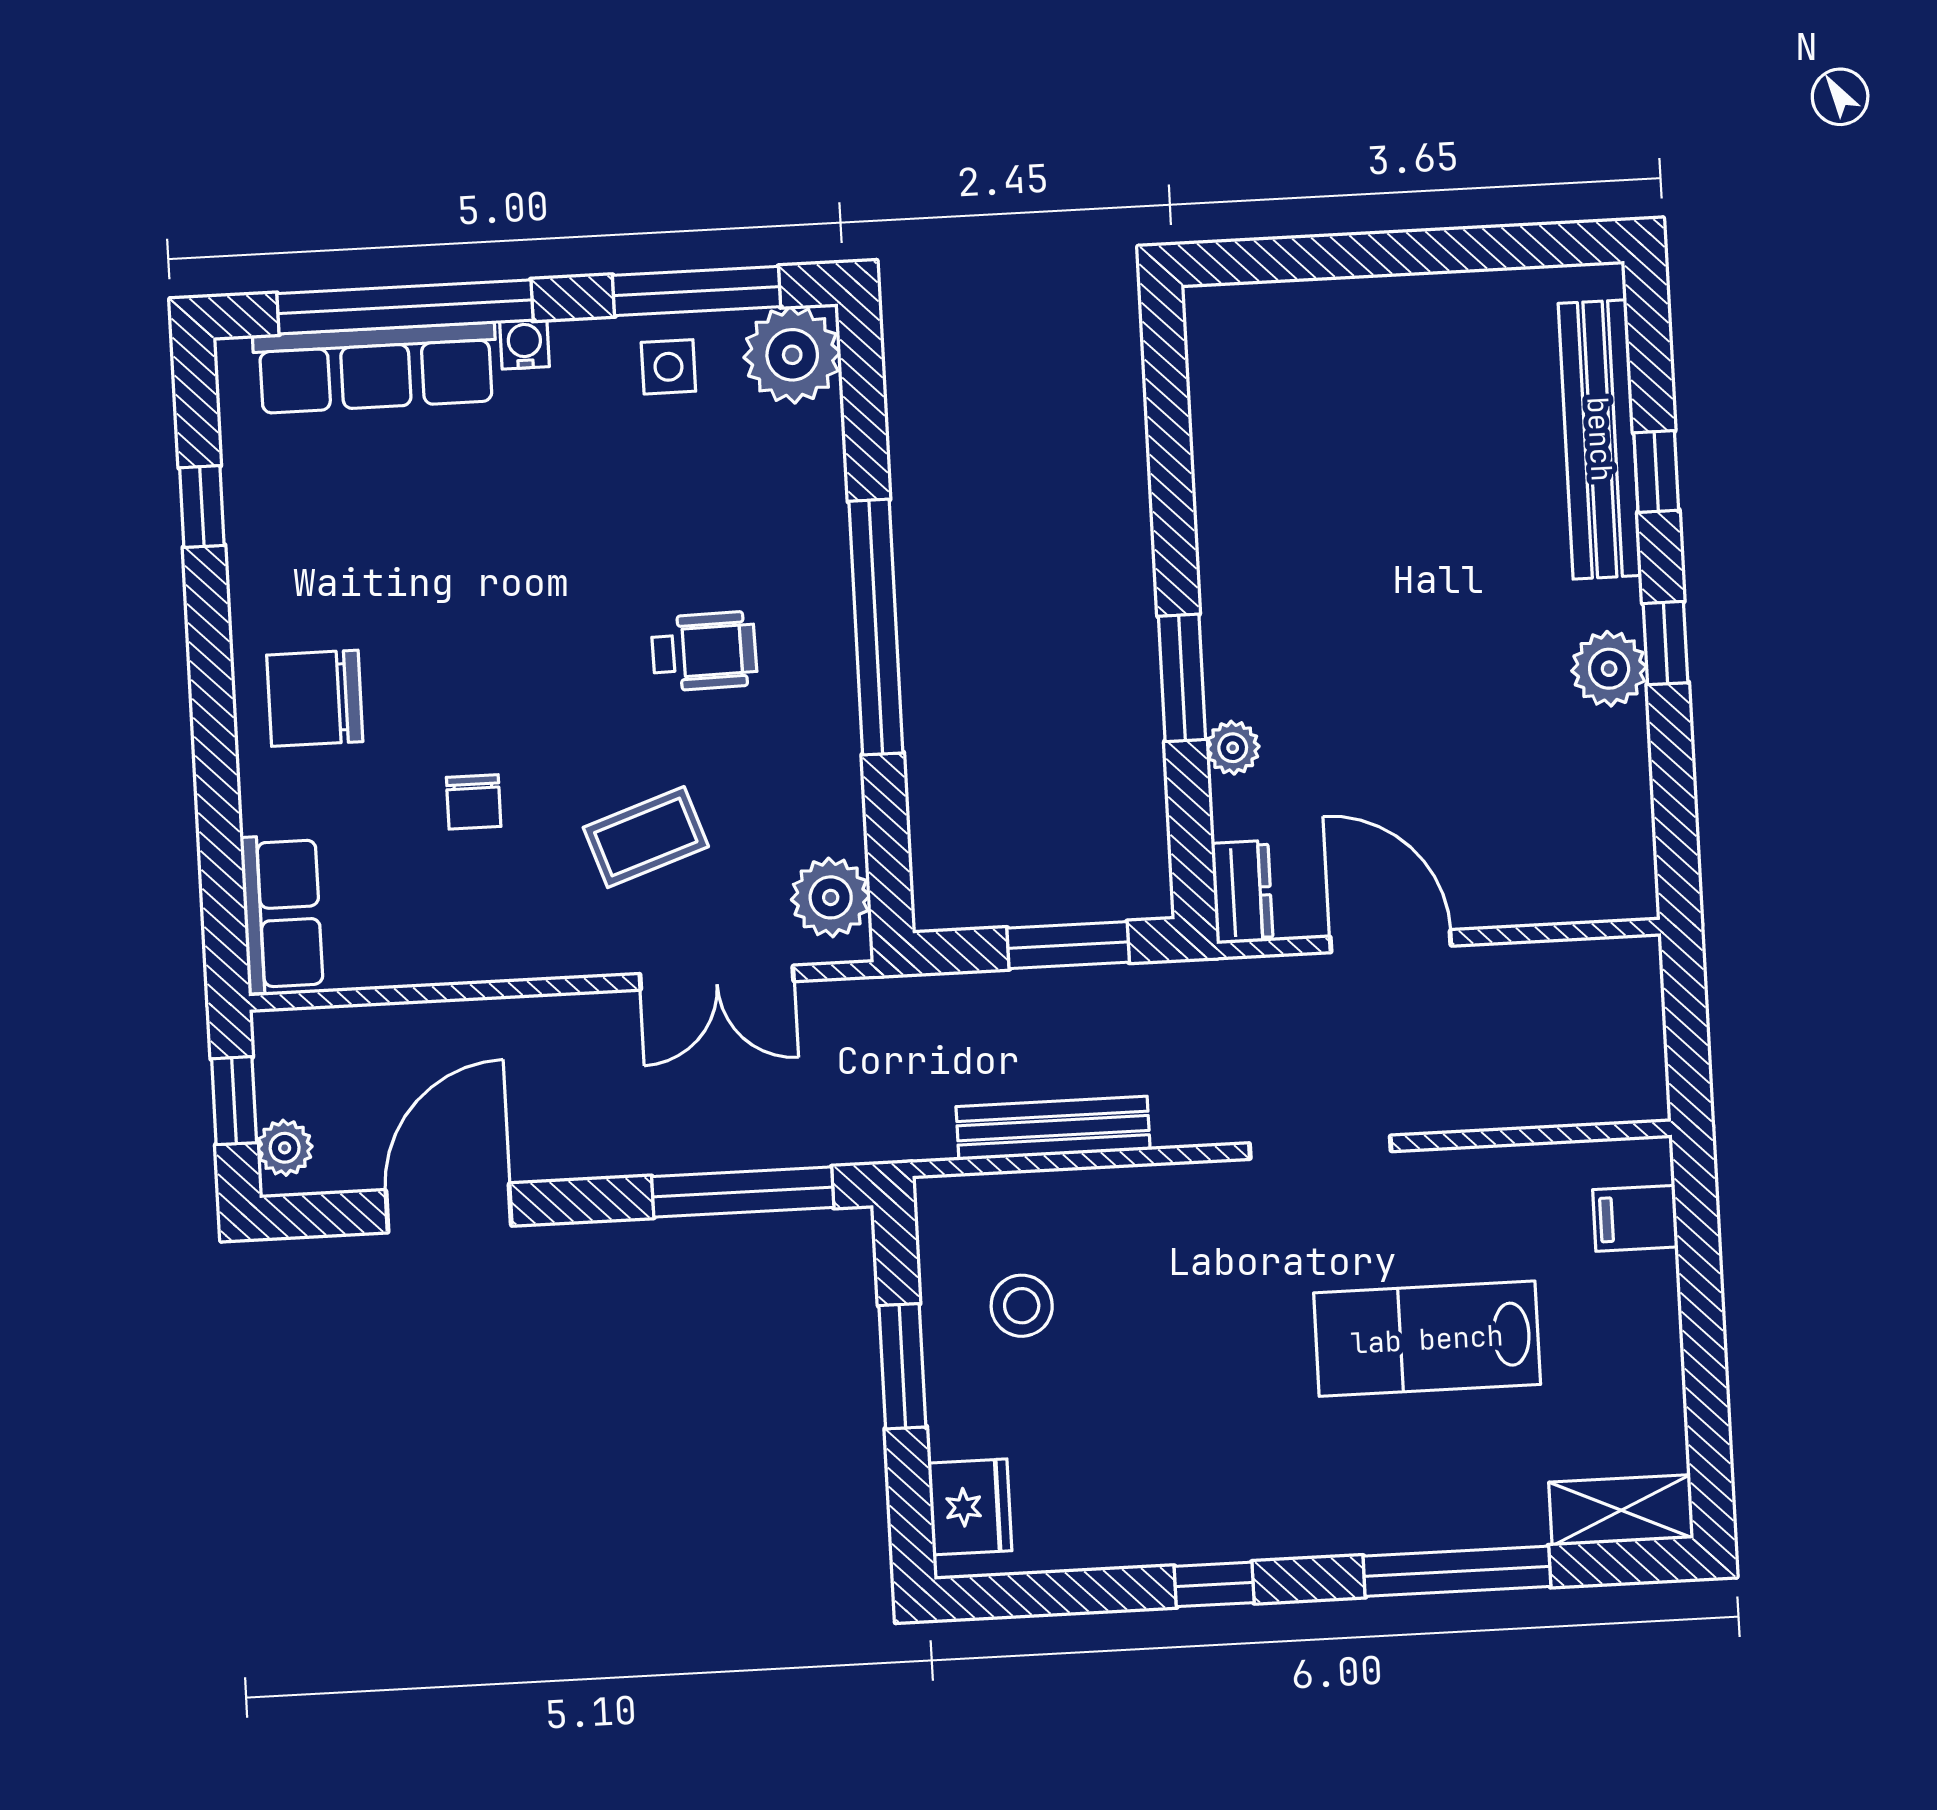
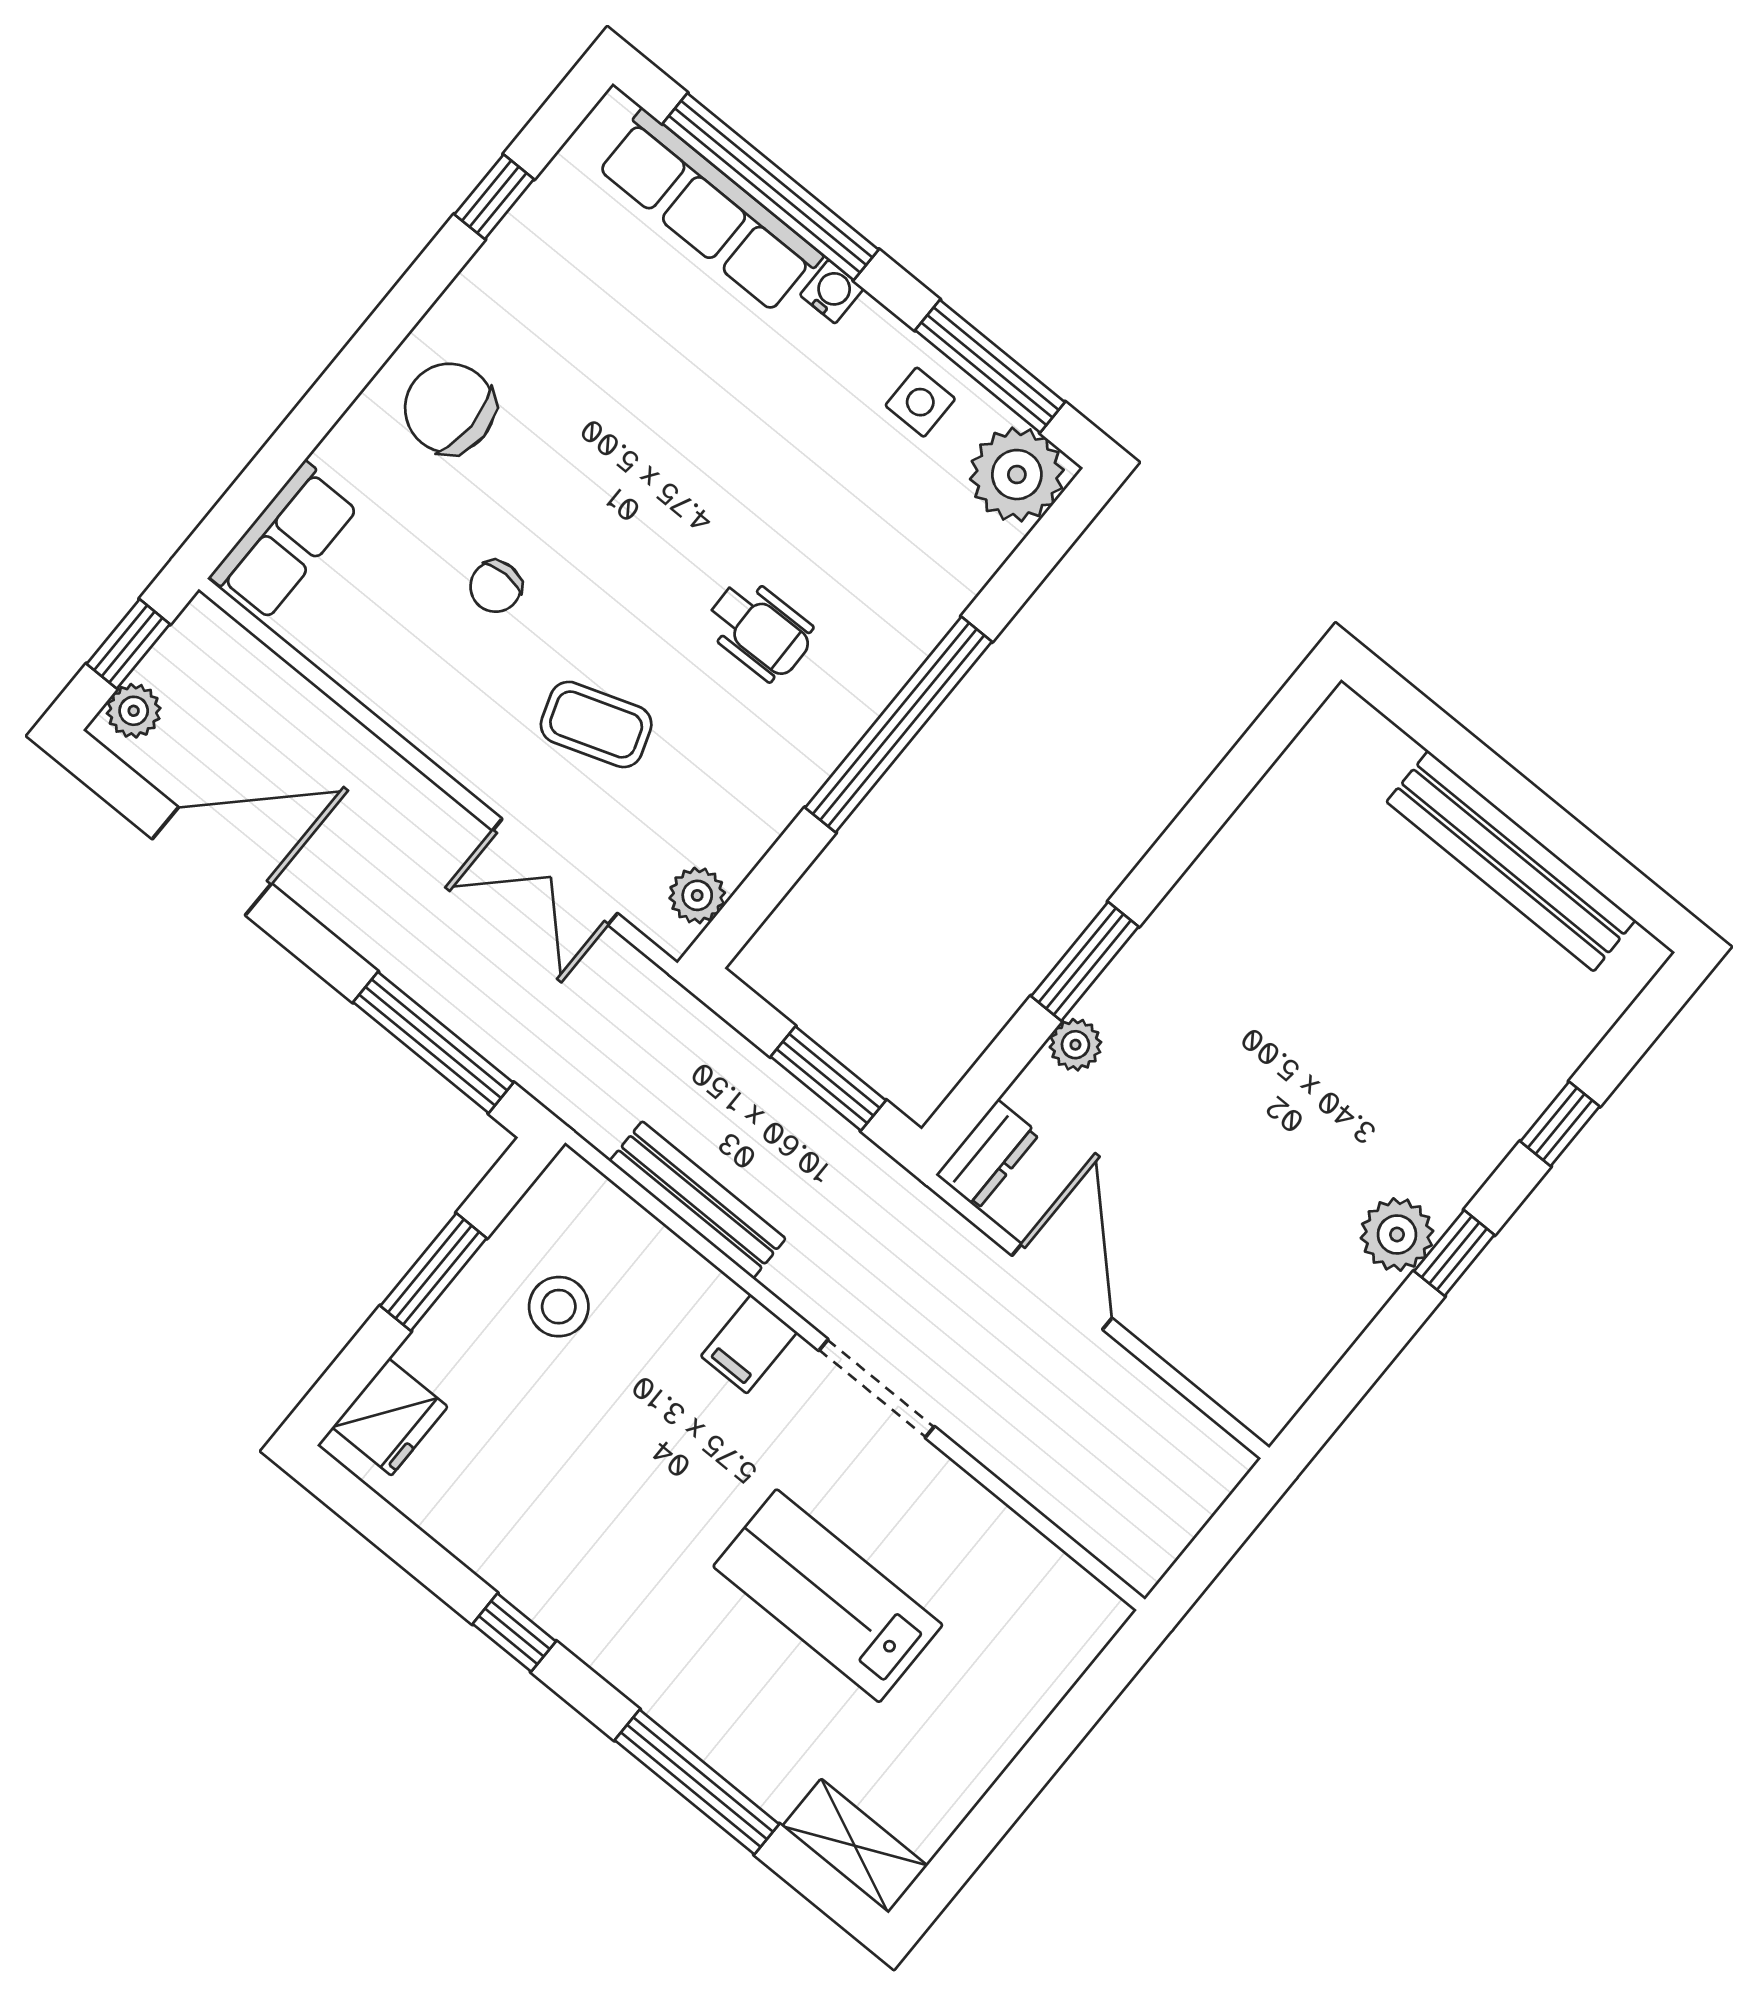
bench: (1600, 439) -> (1511, 861), moved, turned 90
plant: (831, 897) -> (697, 895), width x0.73, depth x0.73
filing cabinet: (1635, 1218) -> (749, 1344), moved, turned -90

